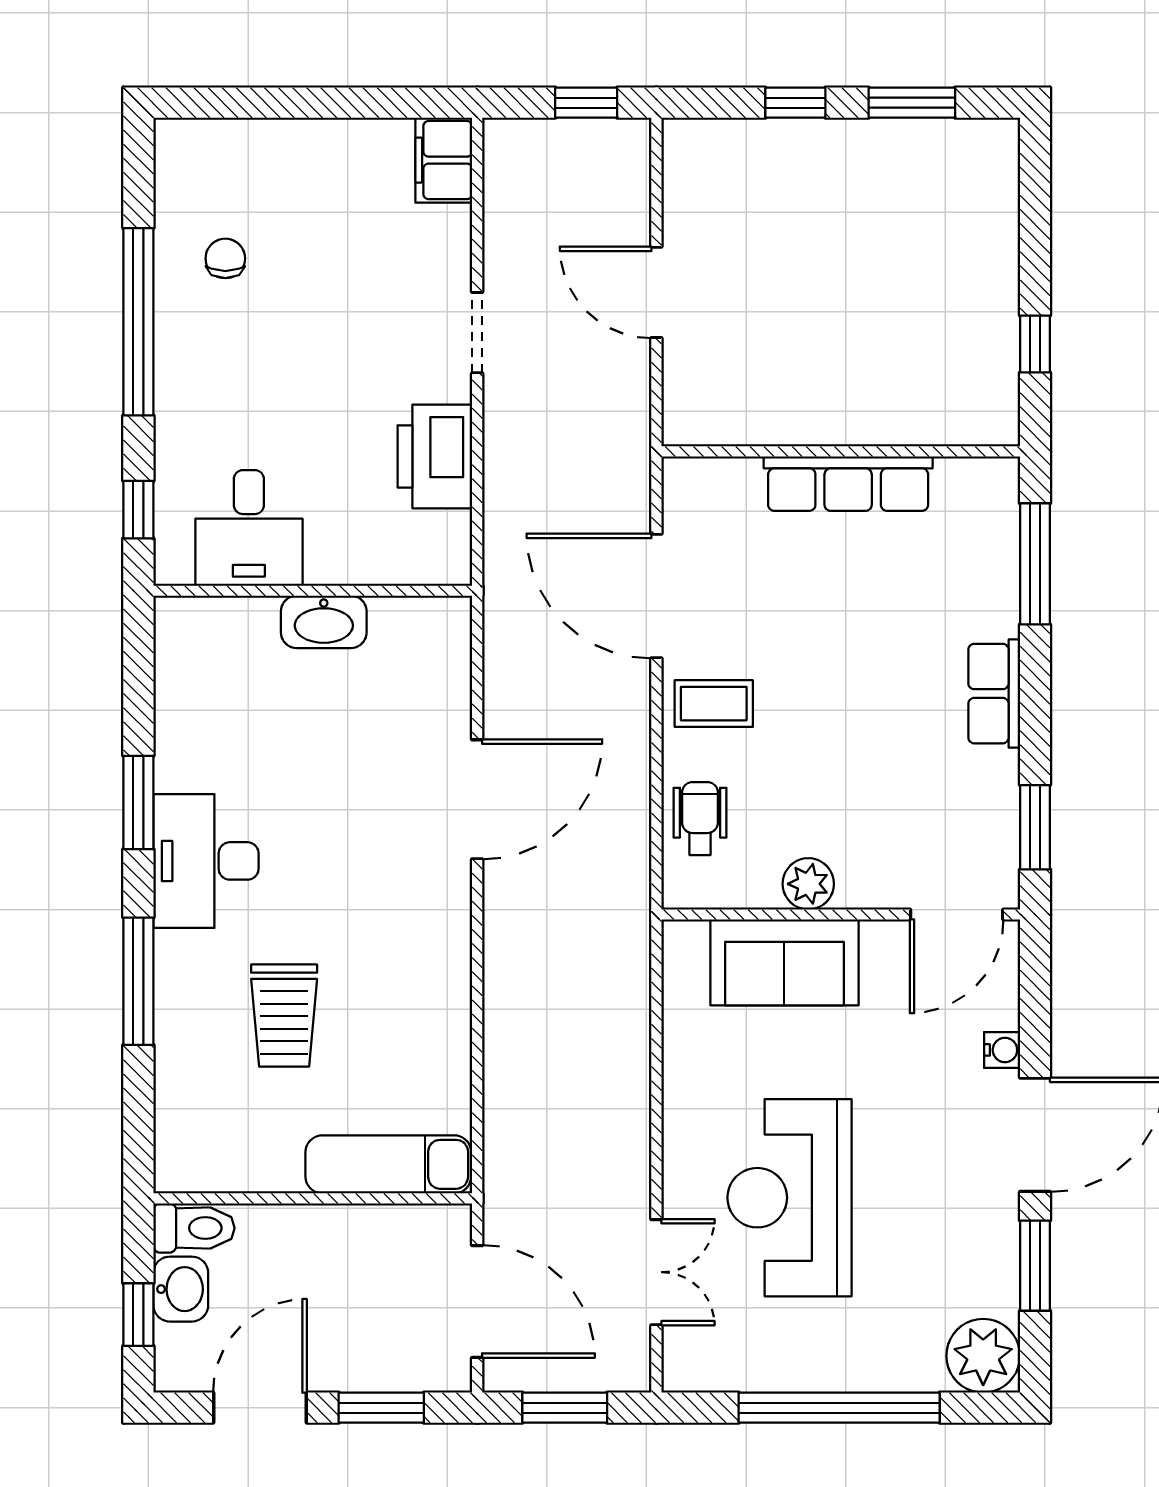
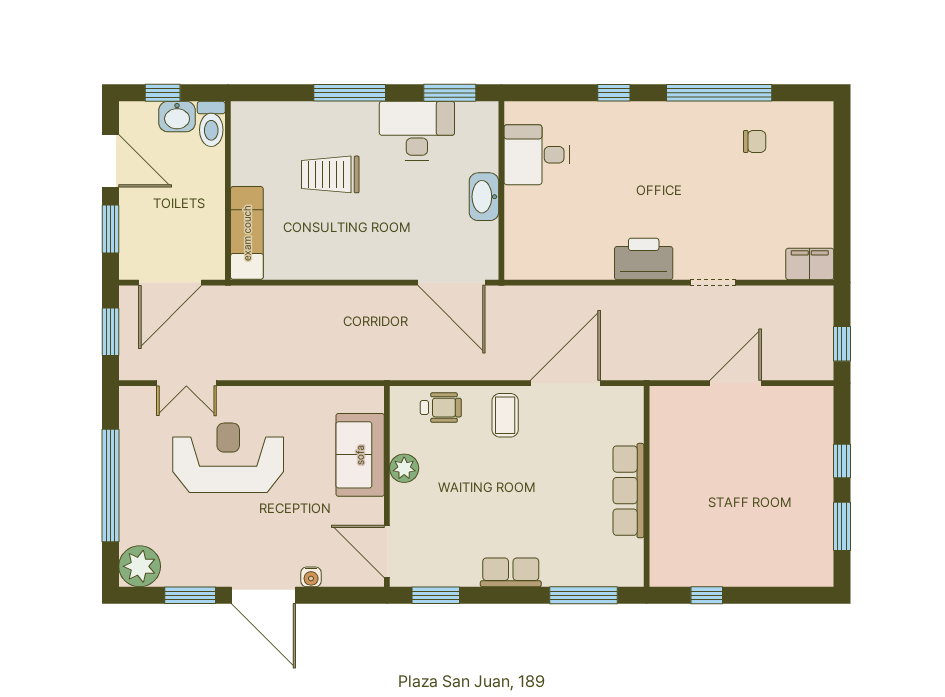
desk: (249, 528) -> (537, 155), moved
wall: (313, 591) -> (501, 191), moved
washbasin: (324, 622) -> (484, 197), moved

